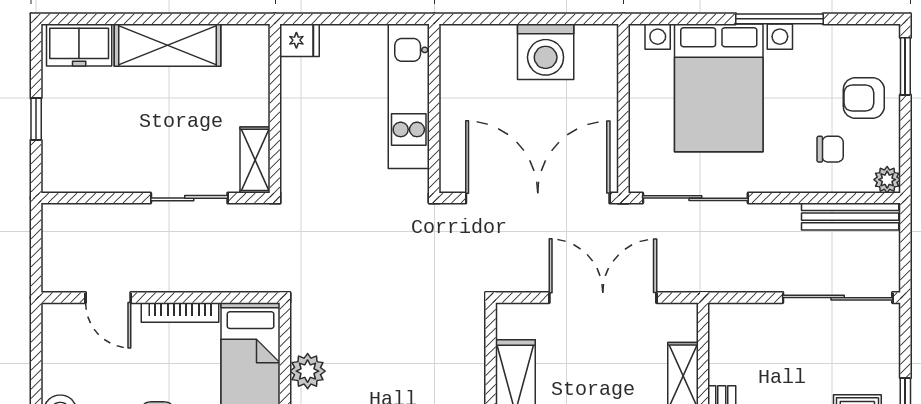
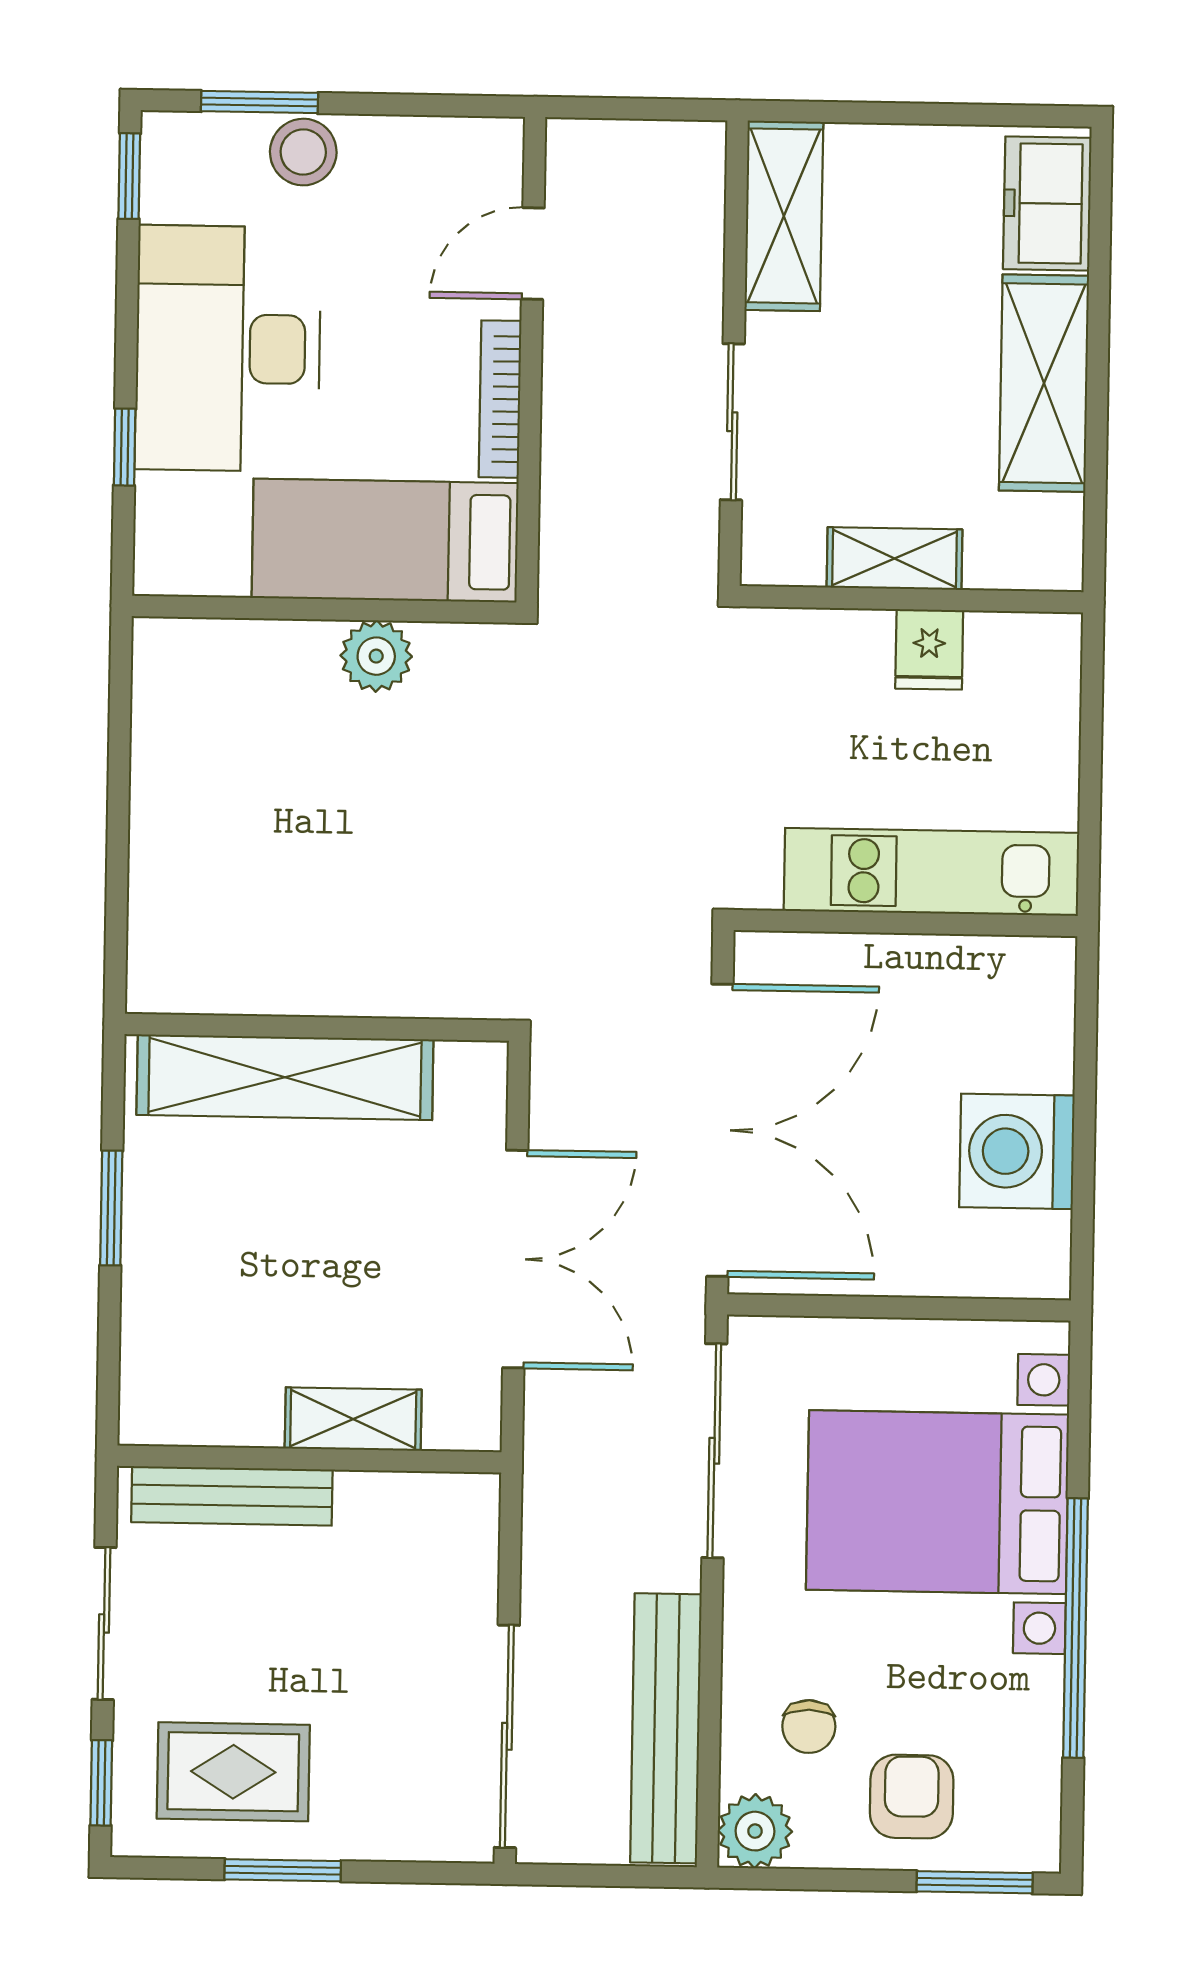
window: (779, 19) -> (1076, 1628), width x1.46
fridge: (299, 40) -> (929, 649), moved
window: (36, 119) -> (898, 113), removed
shelving: (255, 160) -> (895, 559), moved
shelving: (88, 174) -> (784, 216), added
plant: (887, 180) -> (755, 1831), width x1.38, depth x1.38
bench: (850, 217) -> (666, 1728), width x1.37, depth x1.21

